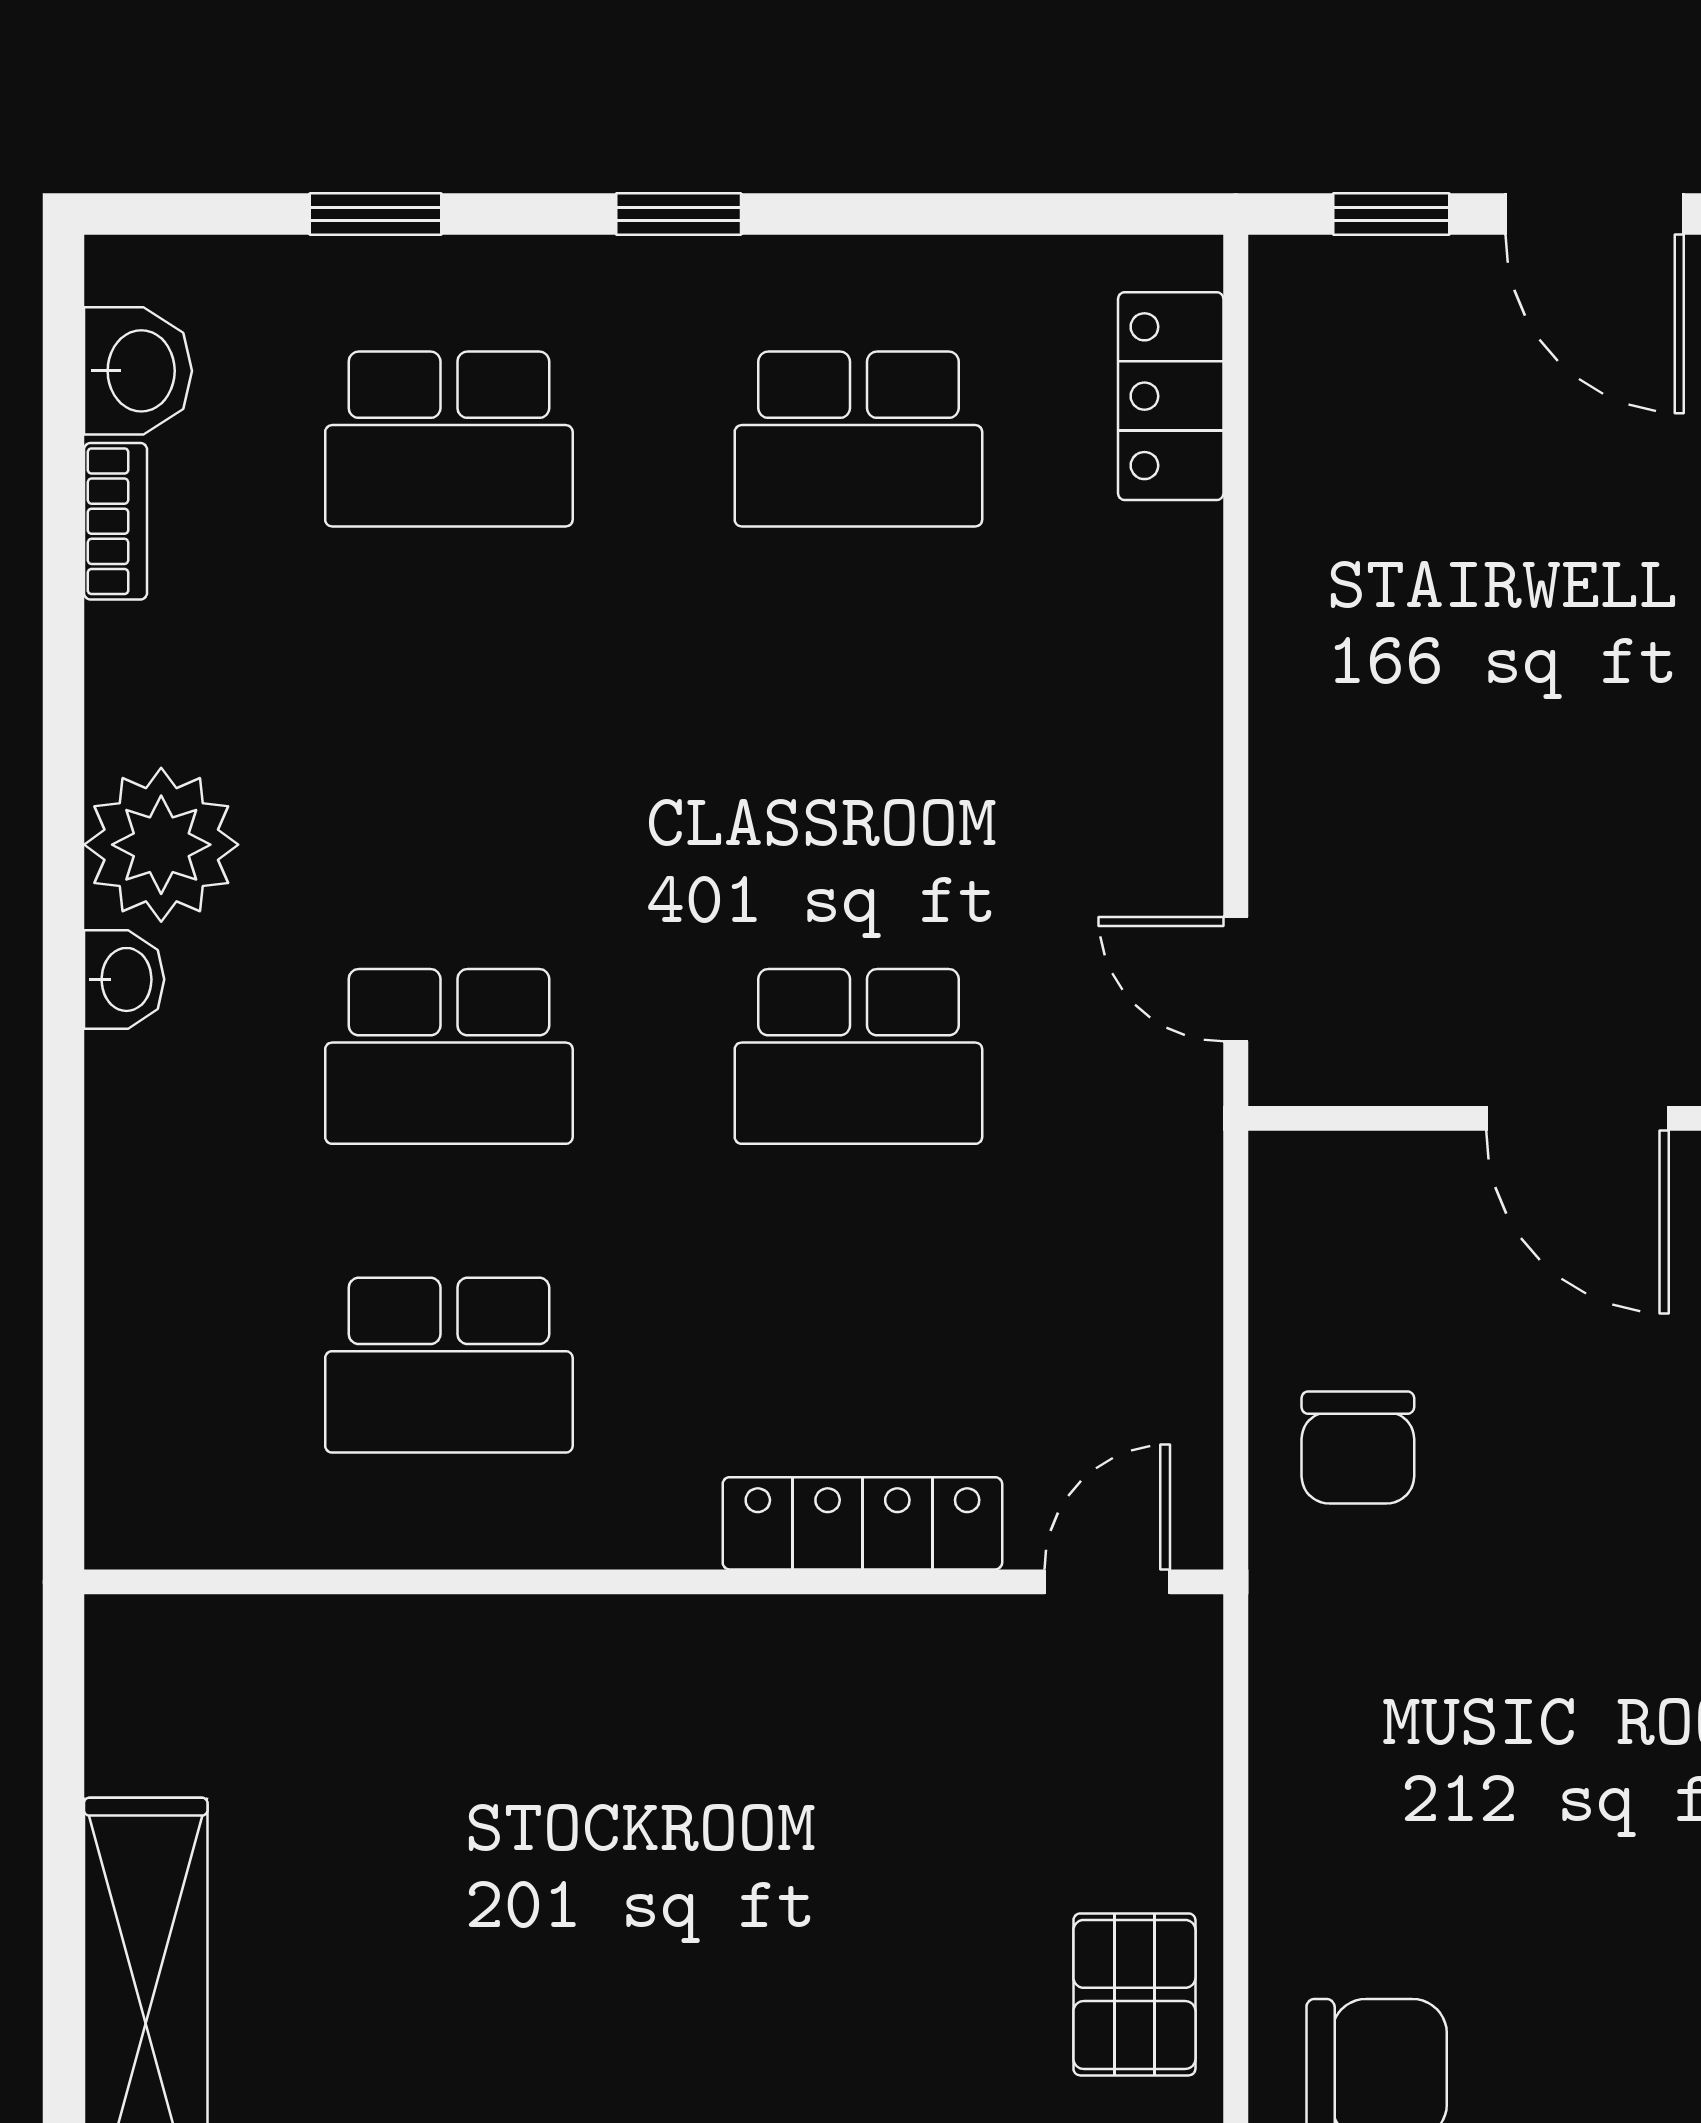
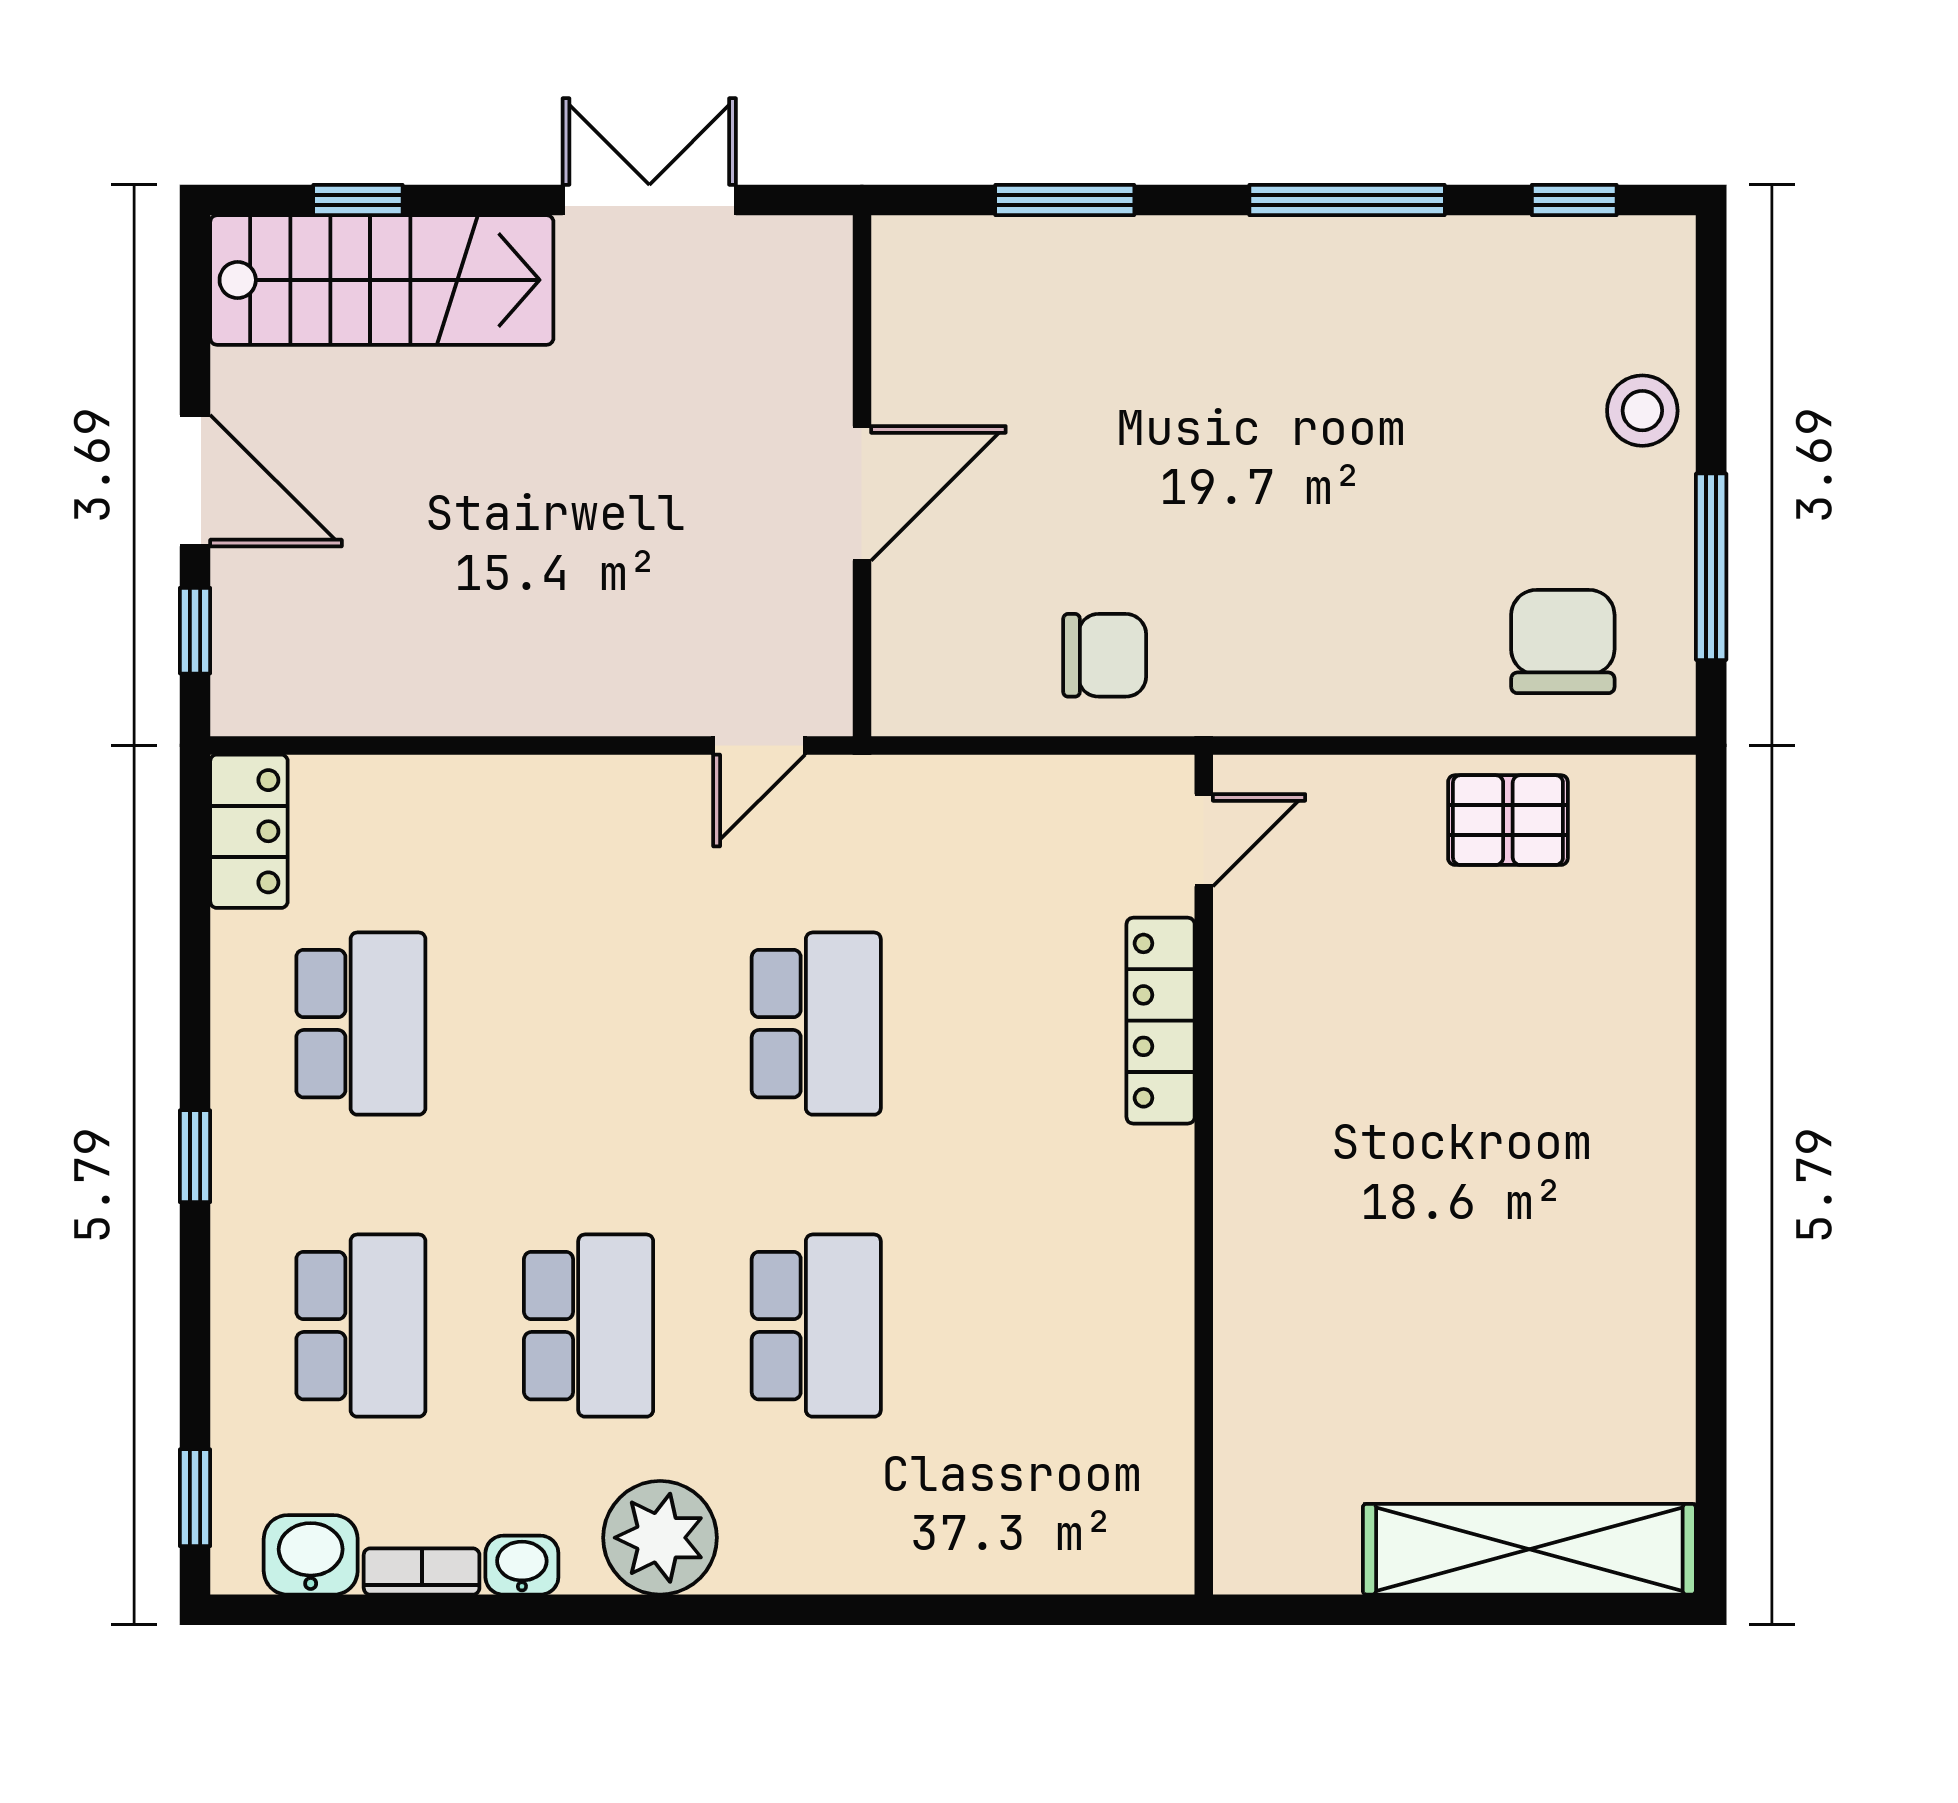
window: (375, 214) -> (195, 1498), moved
door: (1595, 214) -> (195, 481), hinge flipped
locker: (1171, 396) -> (249, 831), moved, turned -90
washbasin: (124, 979) -> (522, 1565), moved
school desk: (449, 1365) -> (589, 1326), moved
door: (1107, 1582) -> (1204, 840), swing flipped

